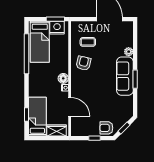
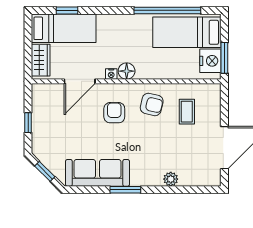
sofa: (125, 76) -> (97, 173), moved
armchair: (106, 128) -> (114, 113), moved

